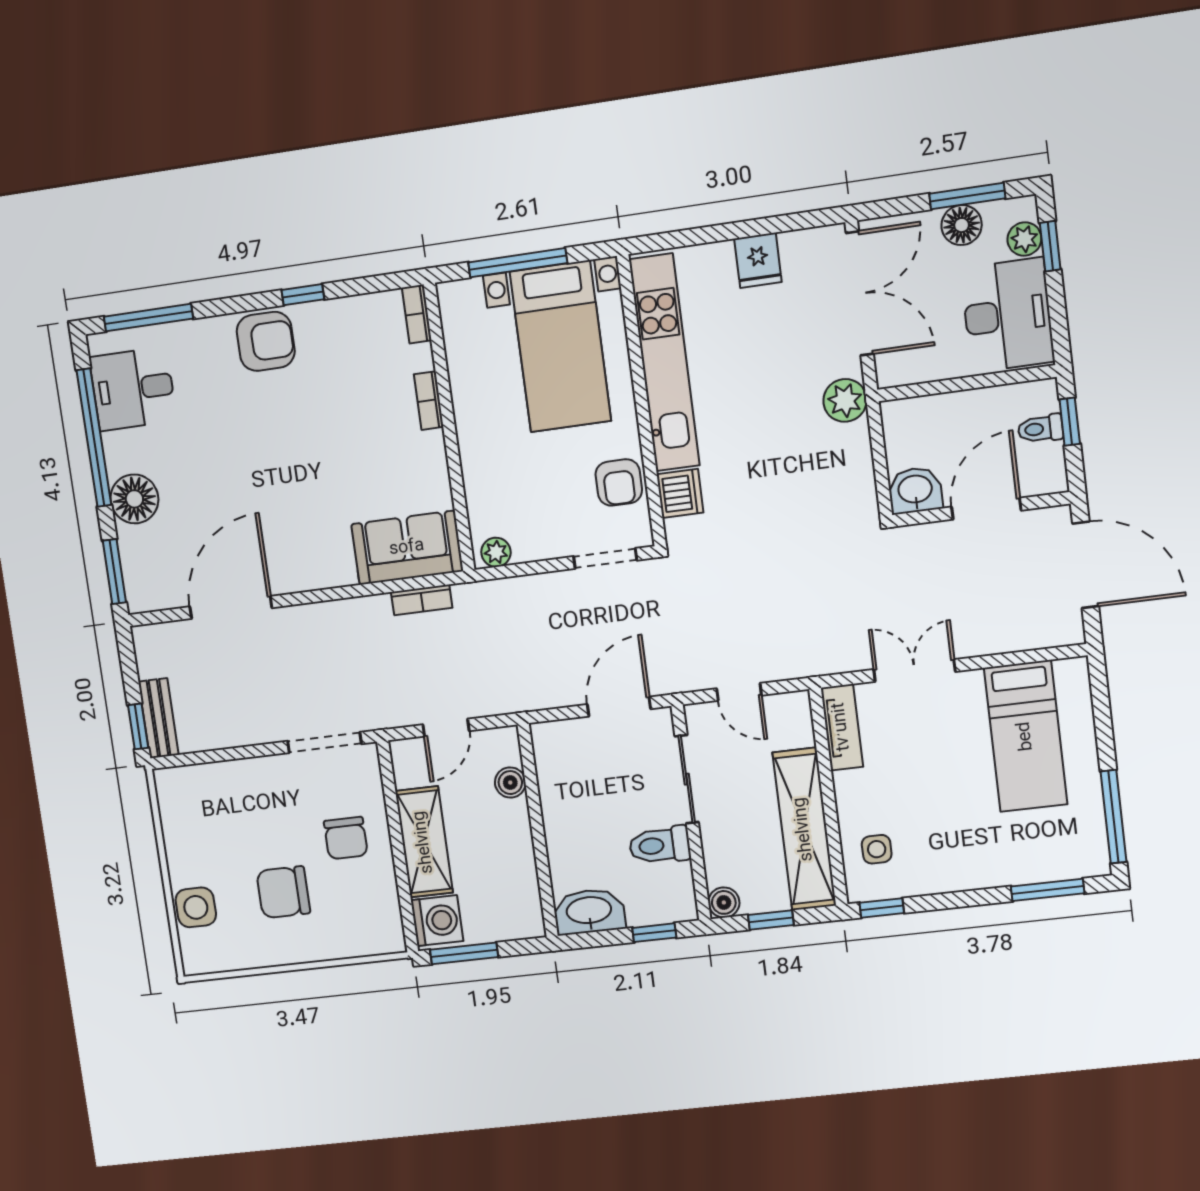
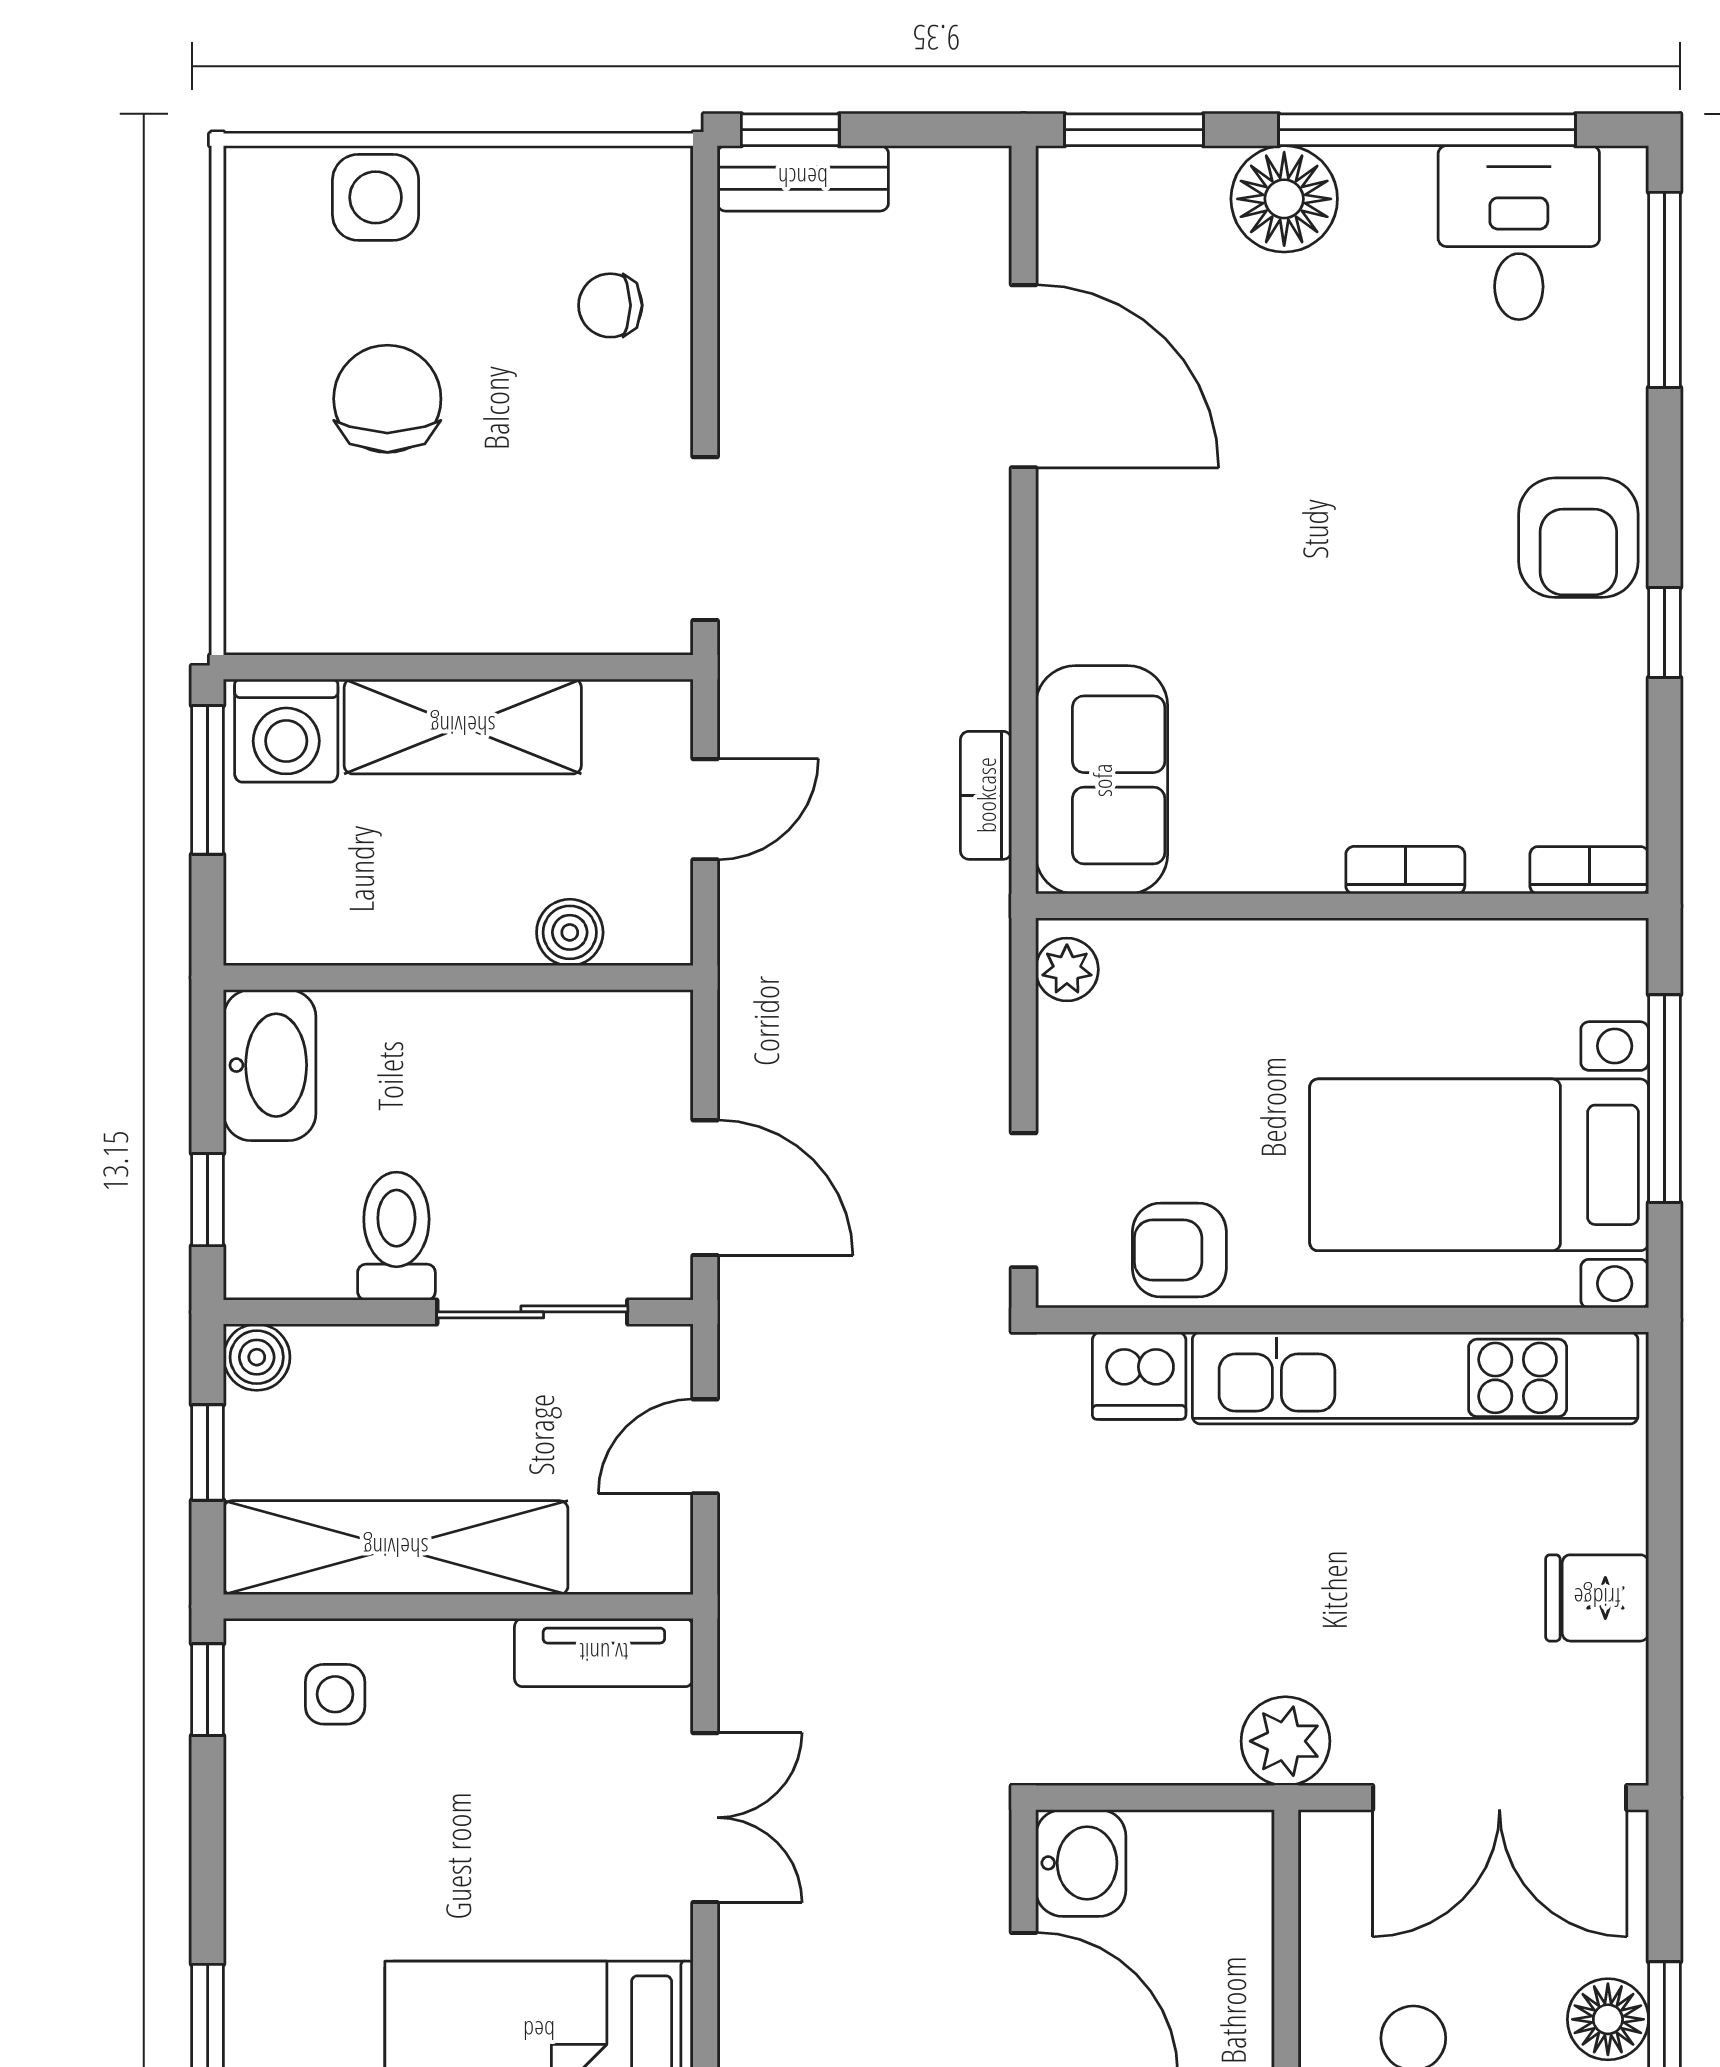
door: (446, 728) -> (705, 809), swing flipped
chair: (346, 838) -> (610, 305), moved, width x0.73, depth x0.73

